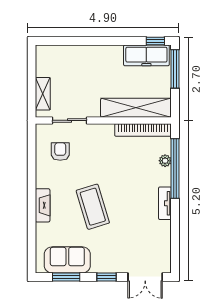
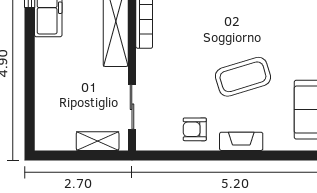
armchair: (60, 152) -> (195, 129), moved

